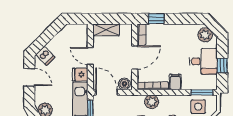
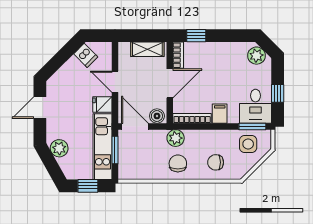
shelving: (106, 30) -> (147, 49), moved
dishwasher: (45, 56) -> (86, 55), moved
desk: (203, 61) -> (255, 106), moved, turned 90
door: (29, 77) -> (40, 108), swing flipped
plant: (152, 102) -> (176, 138), moved

